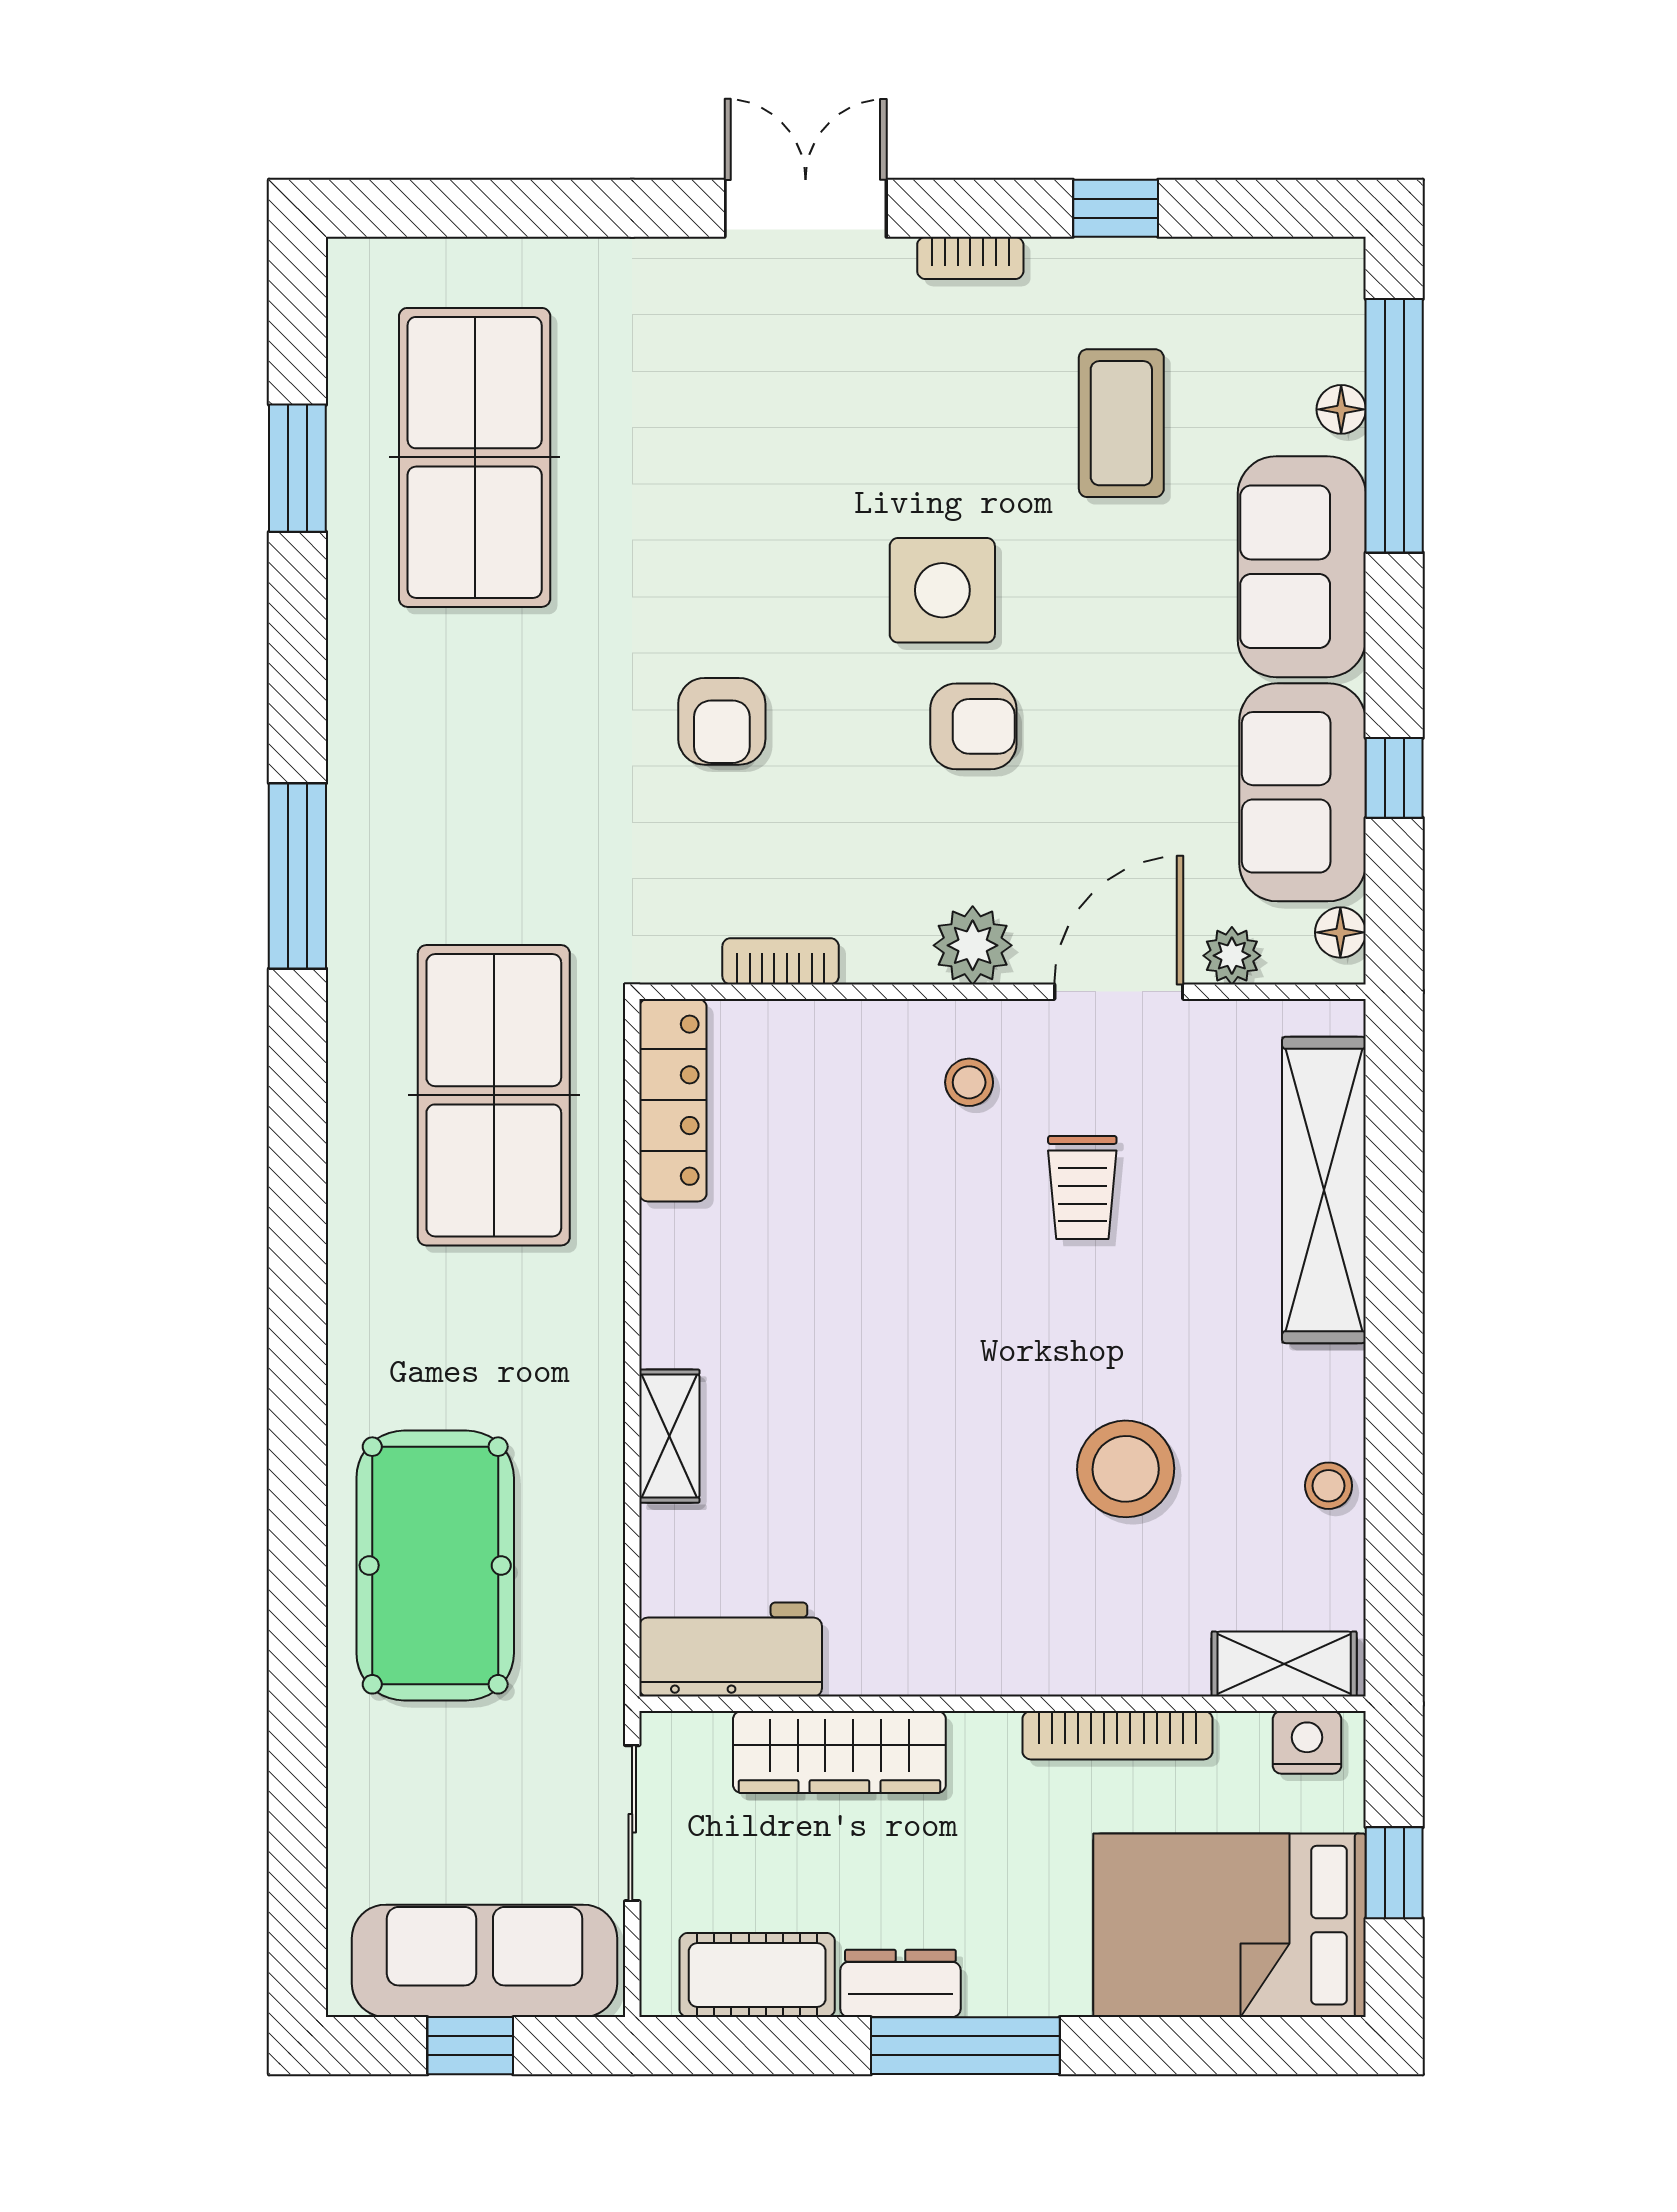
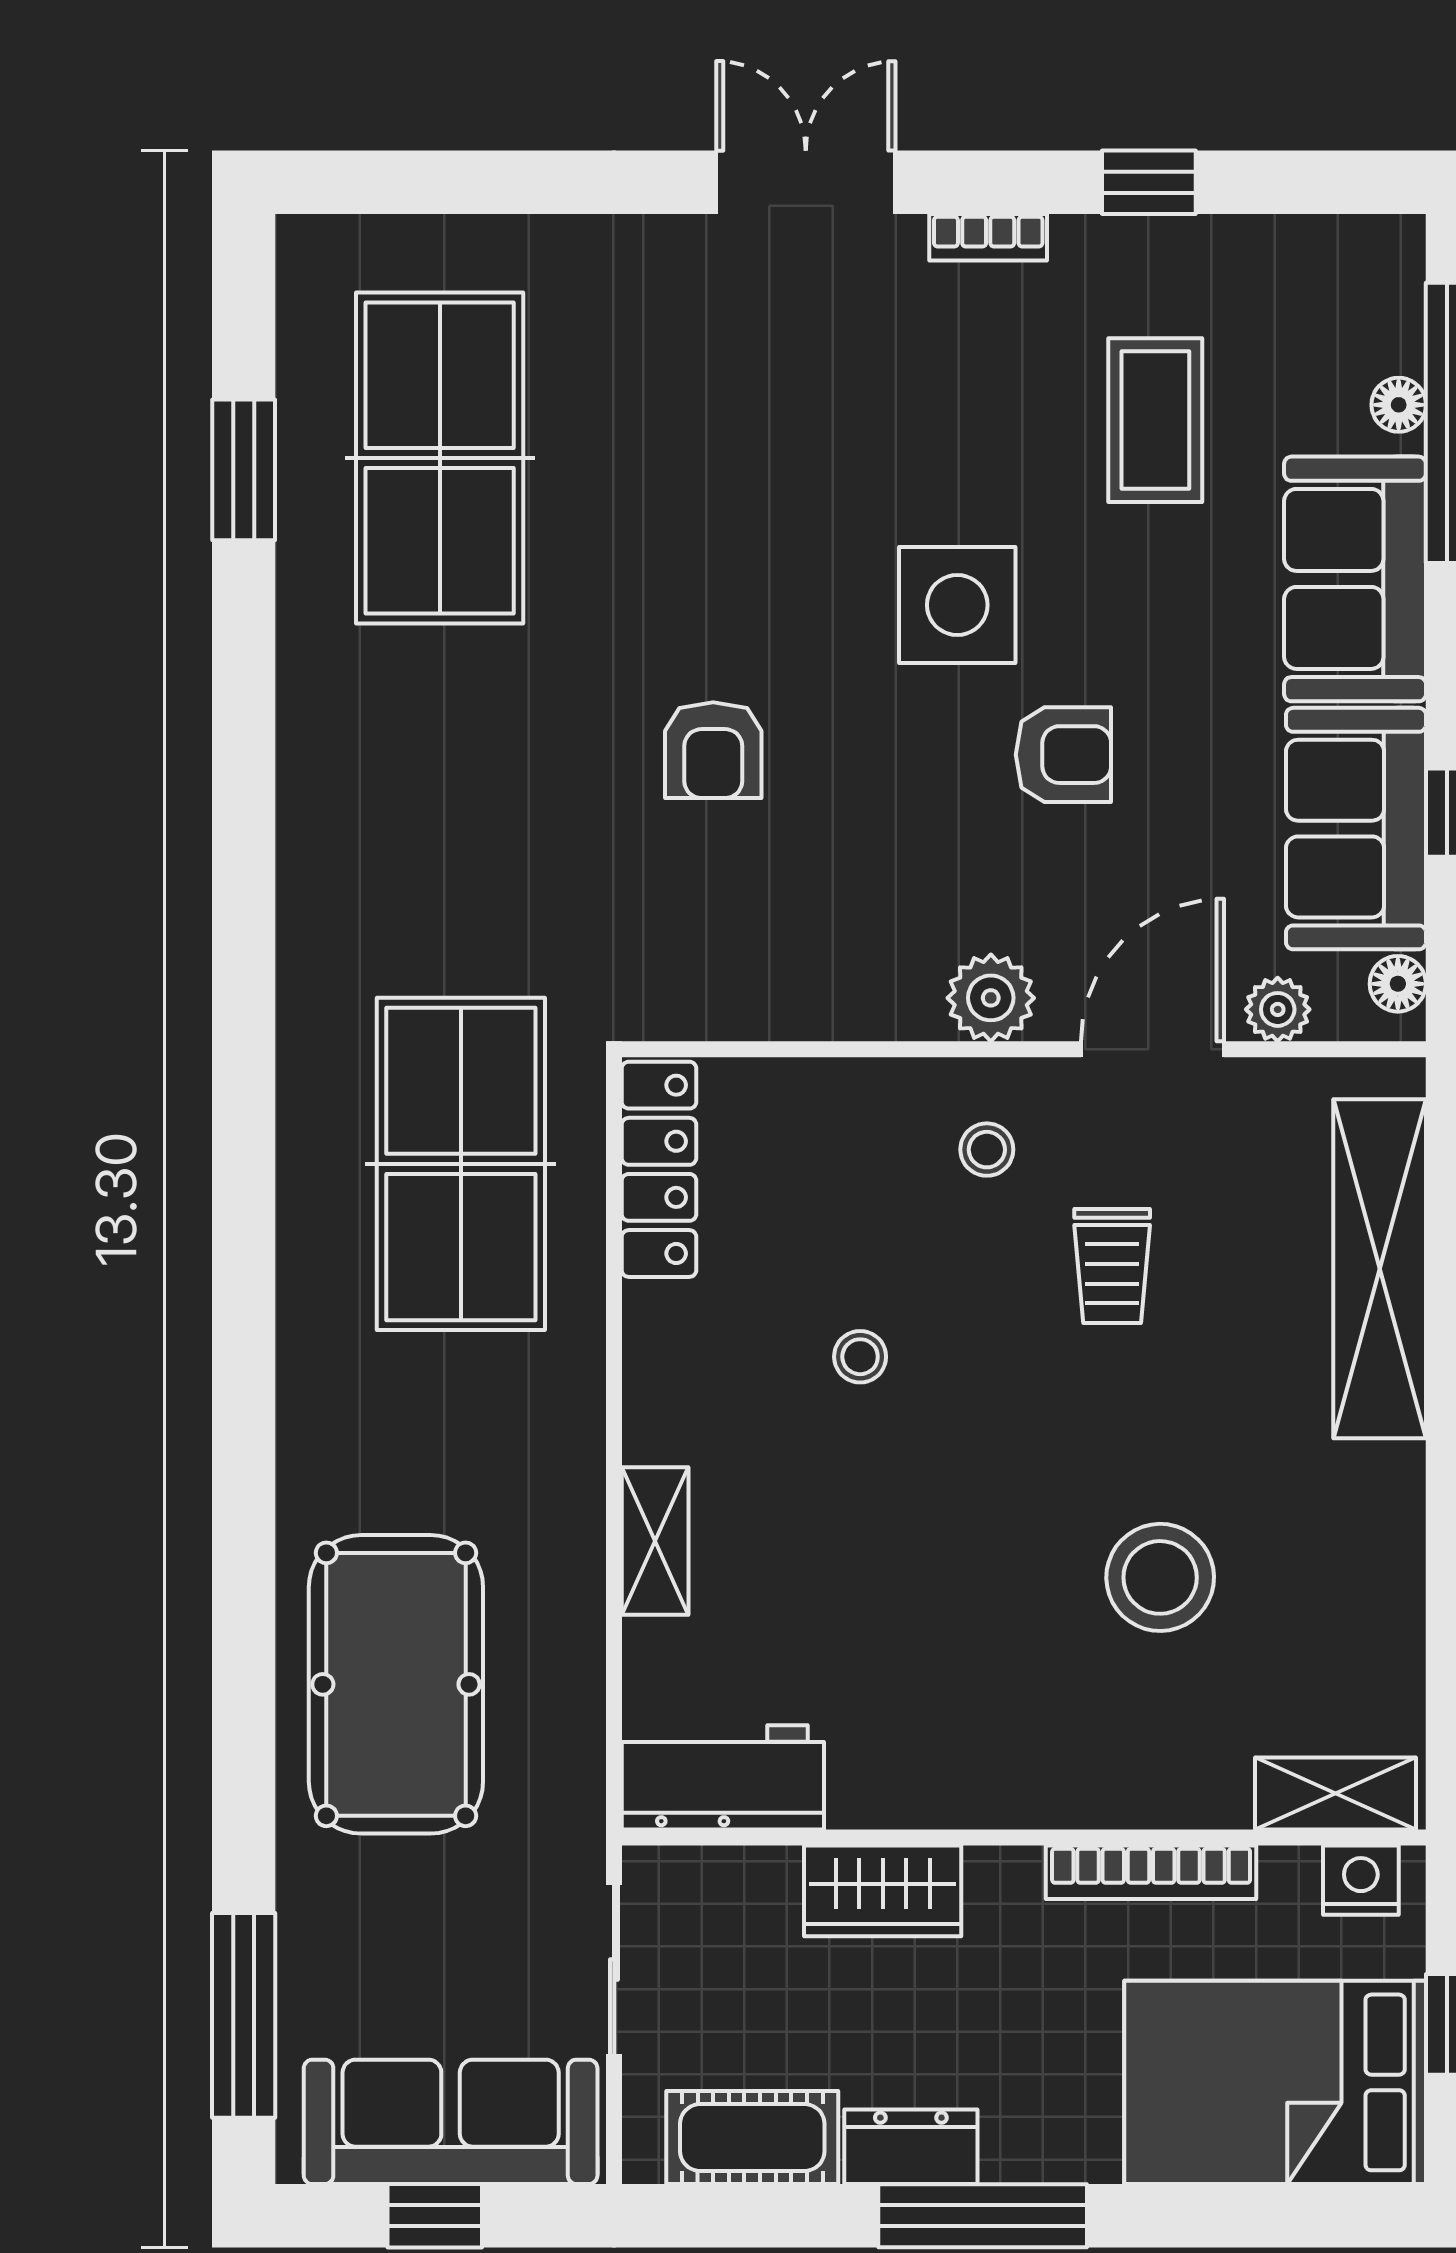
armchair: (973, 726) -> (1063, 755), moved
window: (297, 876) -> (244, 2015), moved
bookcase: (781, 961) -> (778, 1016), removed
stool: (1329, 1486) -> (860, 1357), moved
wardrobe: (839, 1752) -> (883, 1891), width x0.67

